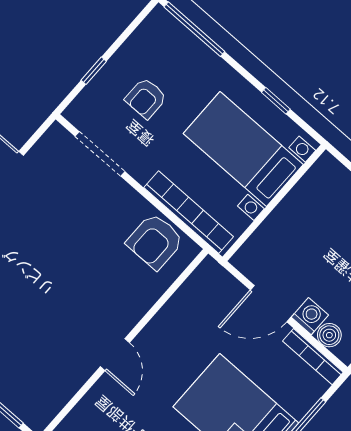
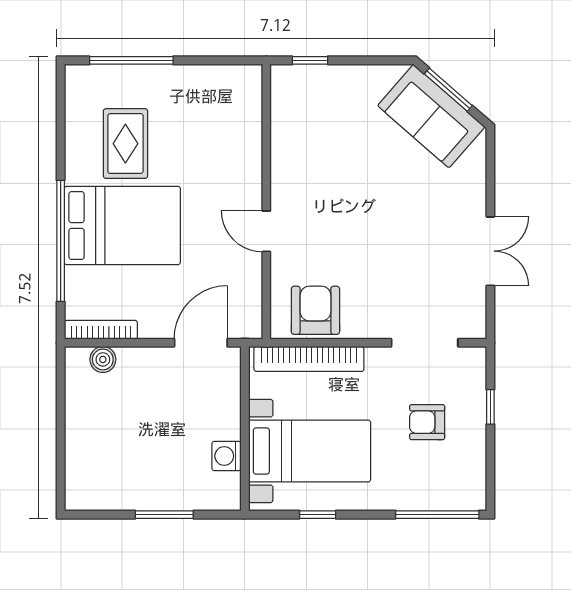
armchair: (146, 98) -> (427, 422), turned -90
door: (270, 304) -> (201, 343), moved
washing machine: (310, 316) -> (227, 456), moved, turned 90
door: (115, 355) -> (266, 231), moved

